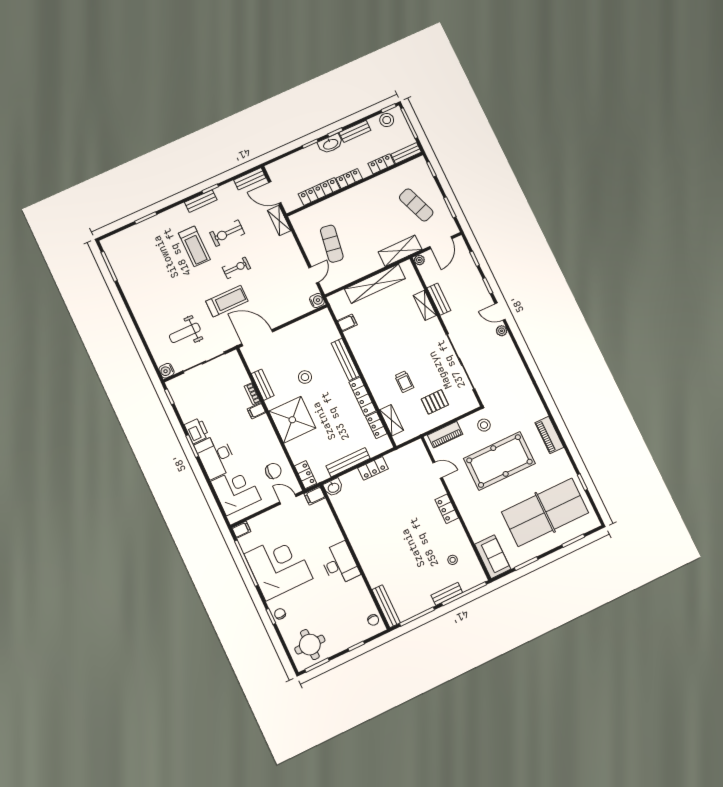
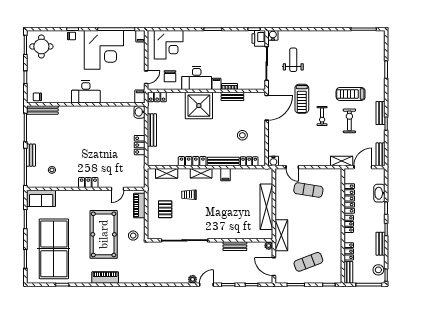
washbasin: (330, 144) -> (379, 193), moved
shelving: (425, 305) -> (201, 173), moved
filing cabinet: (347, 323) -> (226, 175), moved
stool: (305, 377) -> (242, 135), moved
locker: (376, 425) -> (249, 161), moved
printer: (197, 431) -> (259, 38), moved, turned 90
desk: (216, 456) -> (197, 78), moved, turned 180

